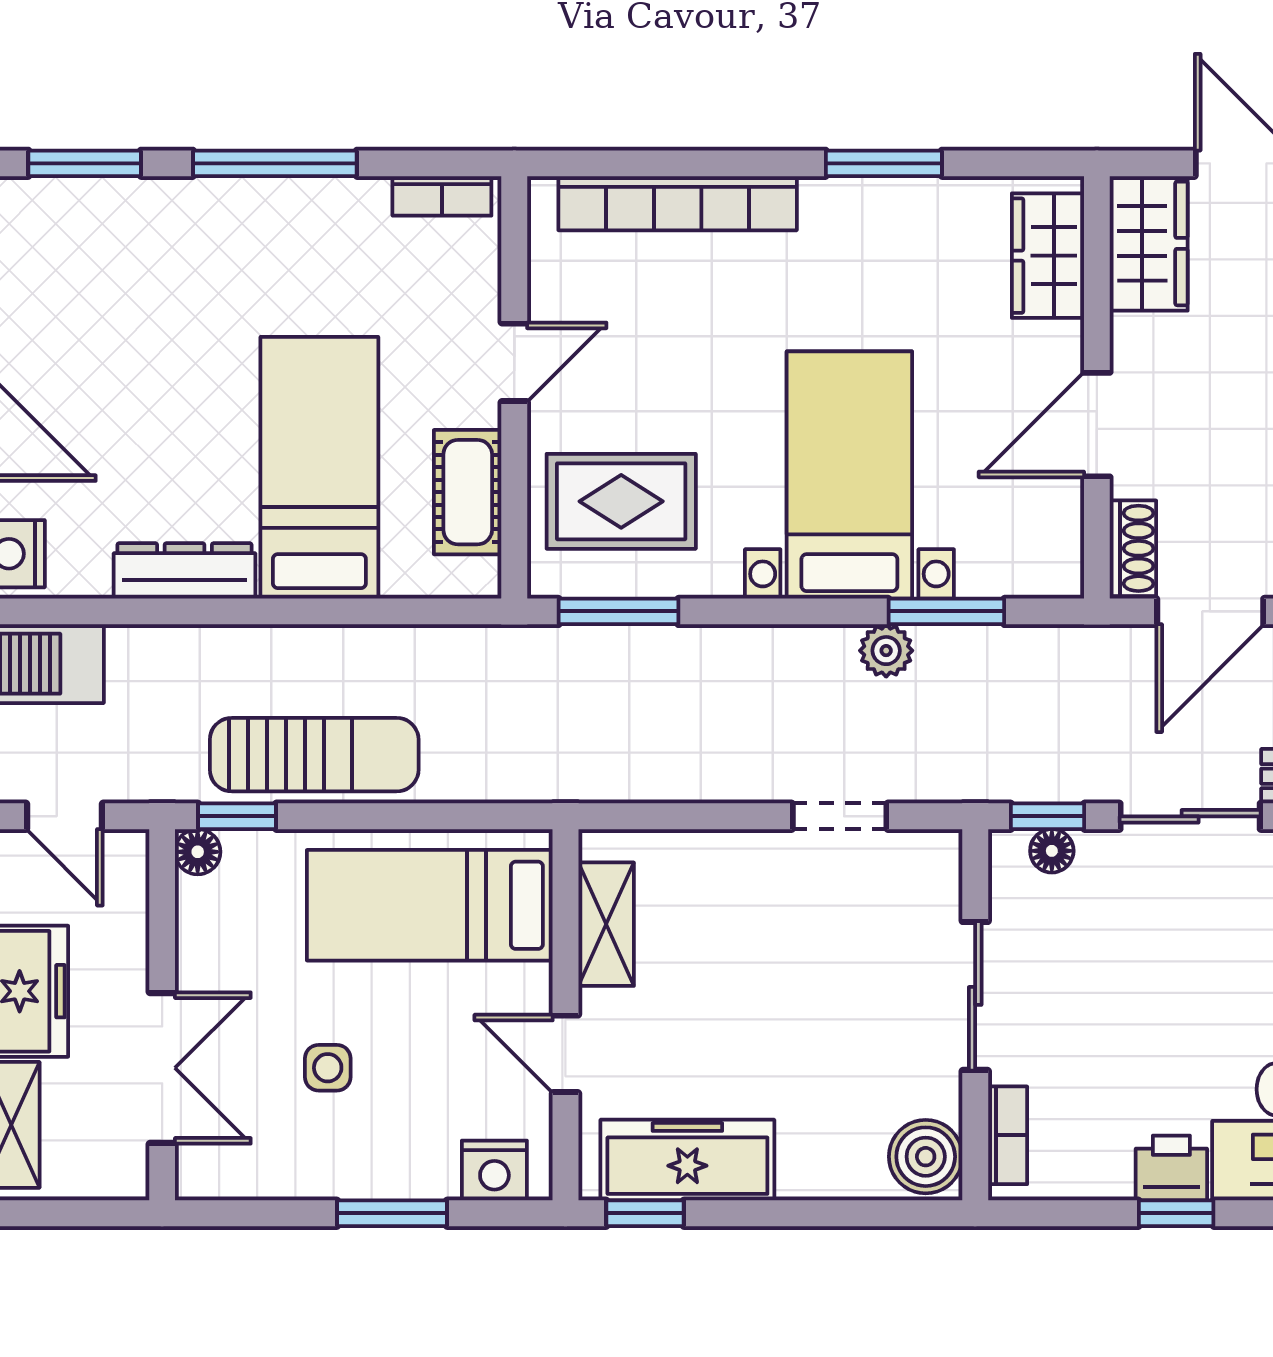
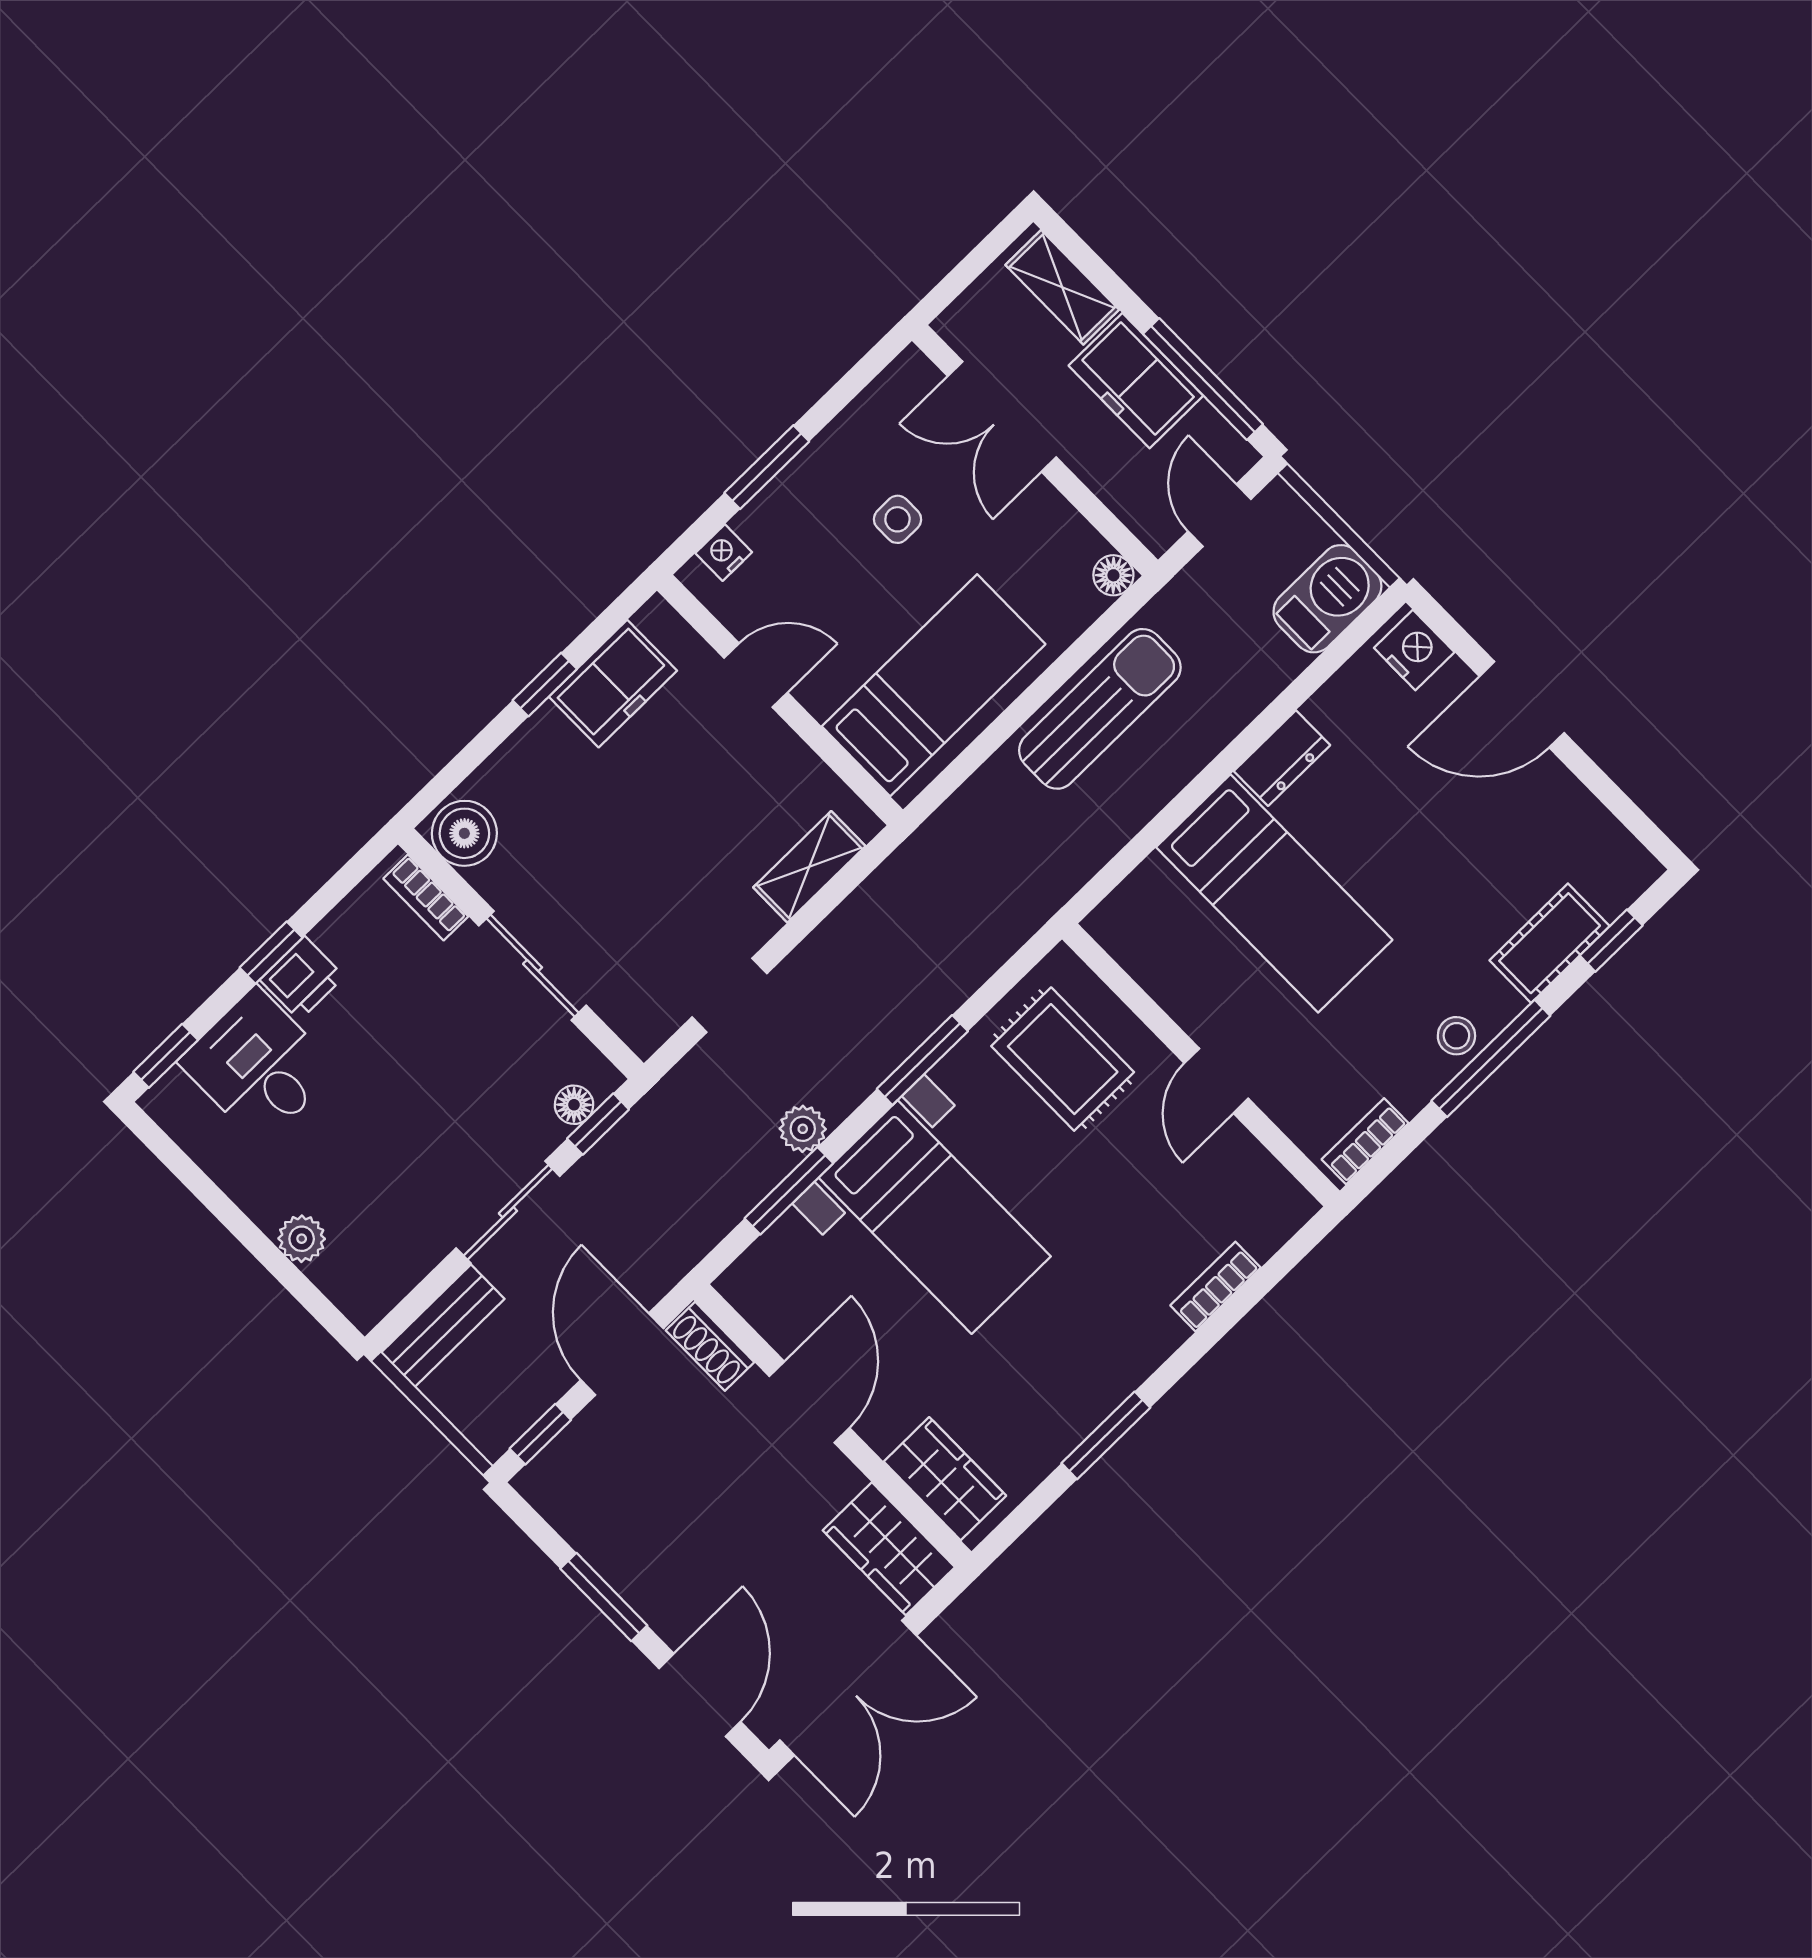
window: (85, 163) -> (1611, 941), width x0.67
bookcase: (678, 203) -> (1216, 1287), width x0.43, depth x0.76
stool: (285, 209) -> (1456, 1036), added
cot: (468, 492) -> (1550, 943), moved, turned 90
rug: (621, 501) -> (1063, 1059), turned 90
dresser: (184, 571) -> (1282, 758), width x0.70
window: (618, 611) -> (922, 1060), moved
sun lounger: (314, 755) -> (1100, 709), turned 180
door: (64, 816) -> (1220, 515), hinge flipped
window: (237, 816) -> (1110, 622), removed
shelving: (606, 924) -> (809, 867), moved, turned 90
freezer: (687, 1160) -> (613, 684), width x0.71
nightstand: (494, 1170) -> (724, 553), width x0.72, depth x0.74
window: (645, 1213) -> (545, 685), moved

